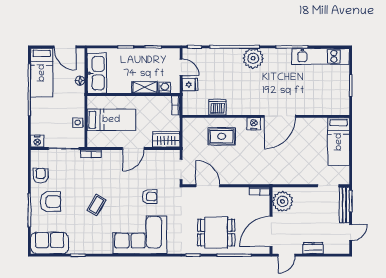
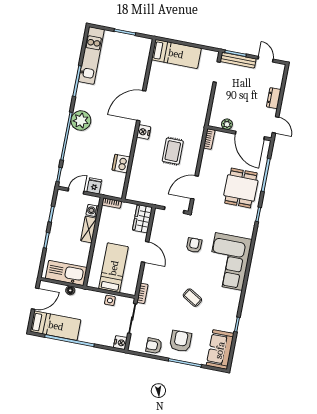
door: (280, 116) -> (141, 106), swing flipped
rug: (222, 136) -> (173, 151), moved
plant: (283, 201) -> (227, 124), width x0.53, depth x0.53

